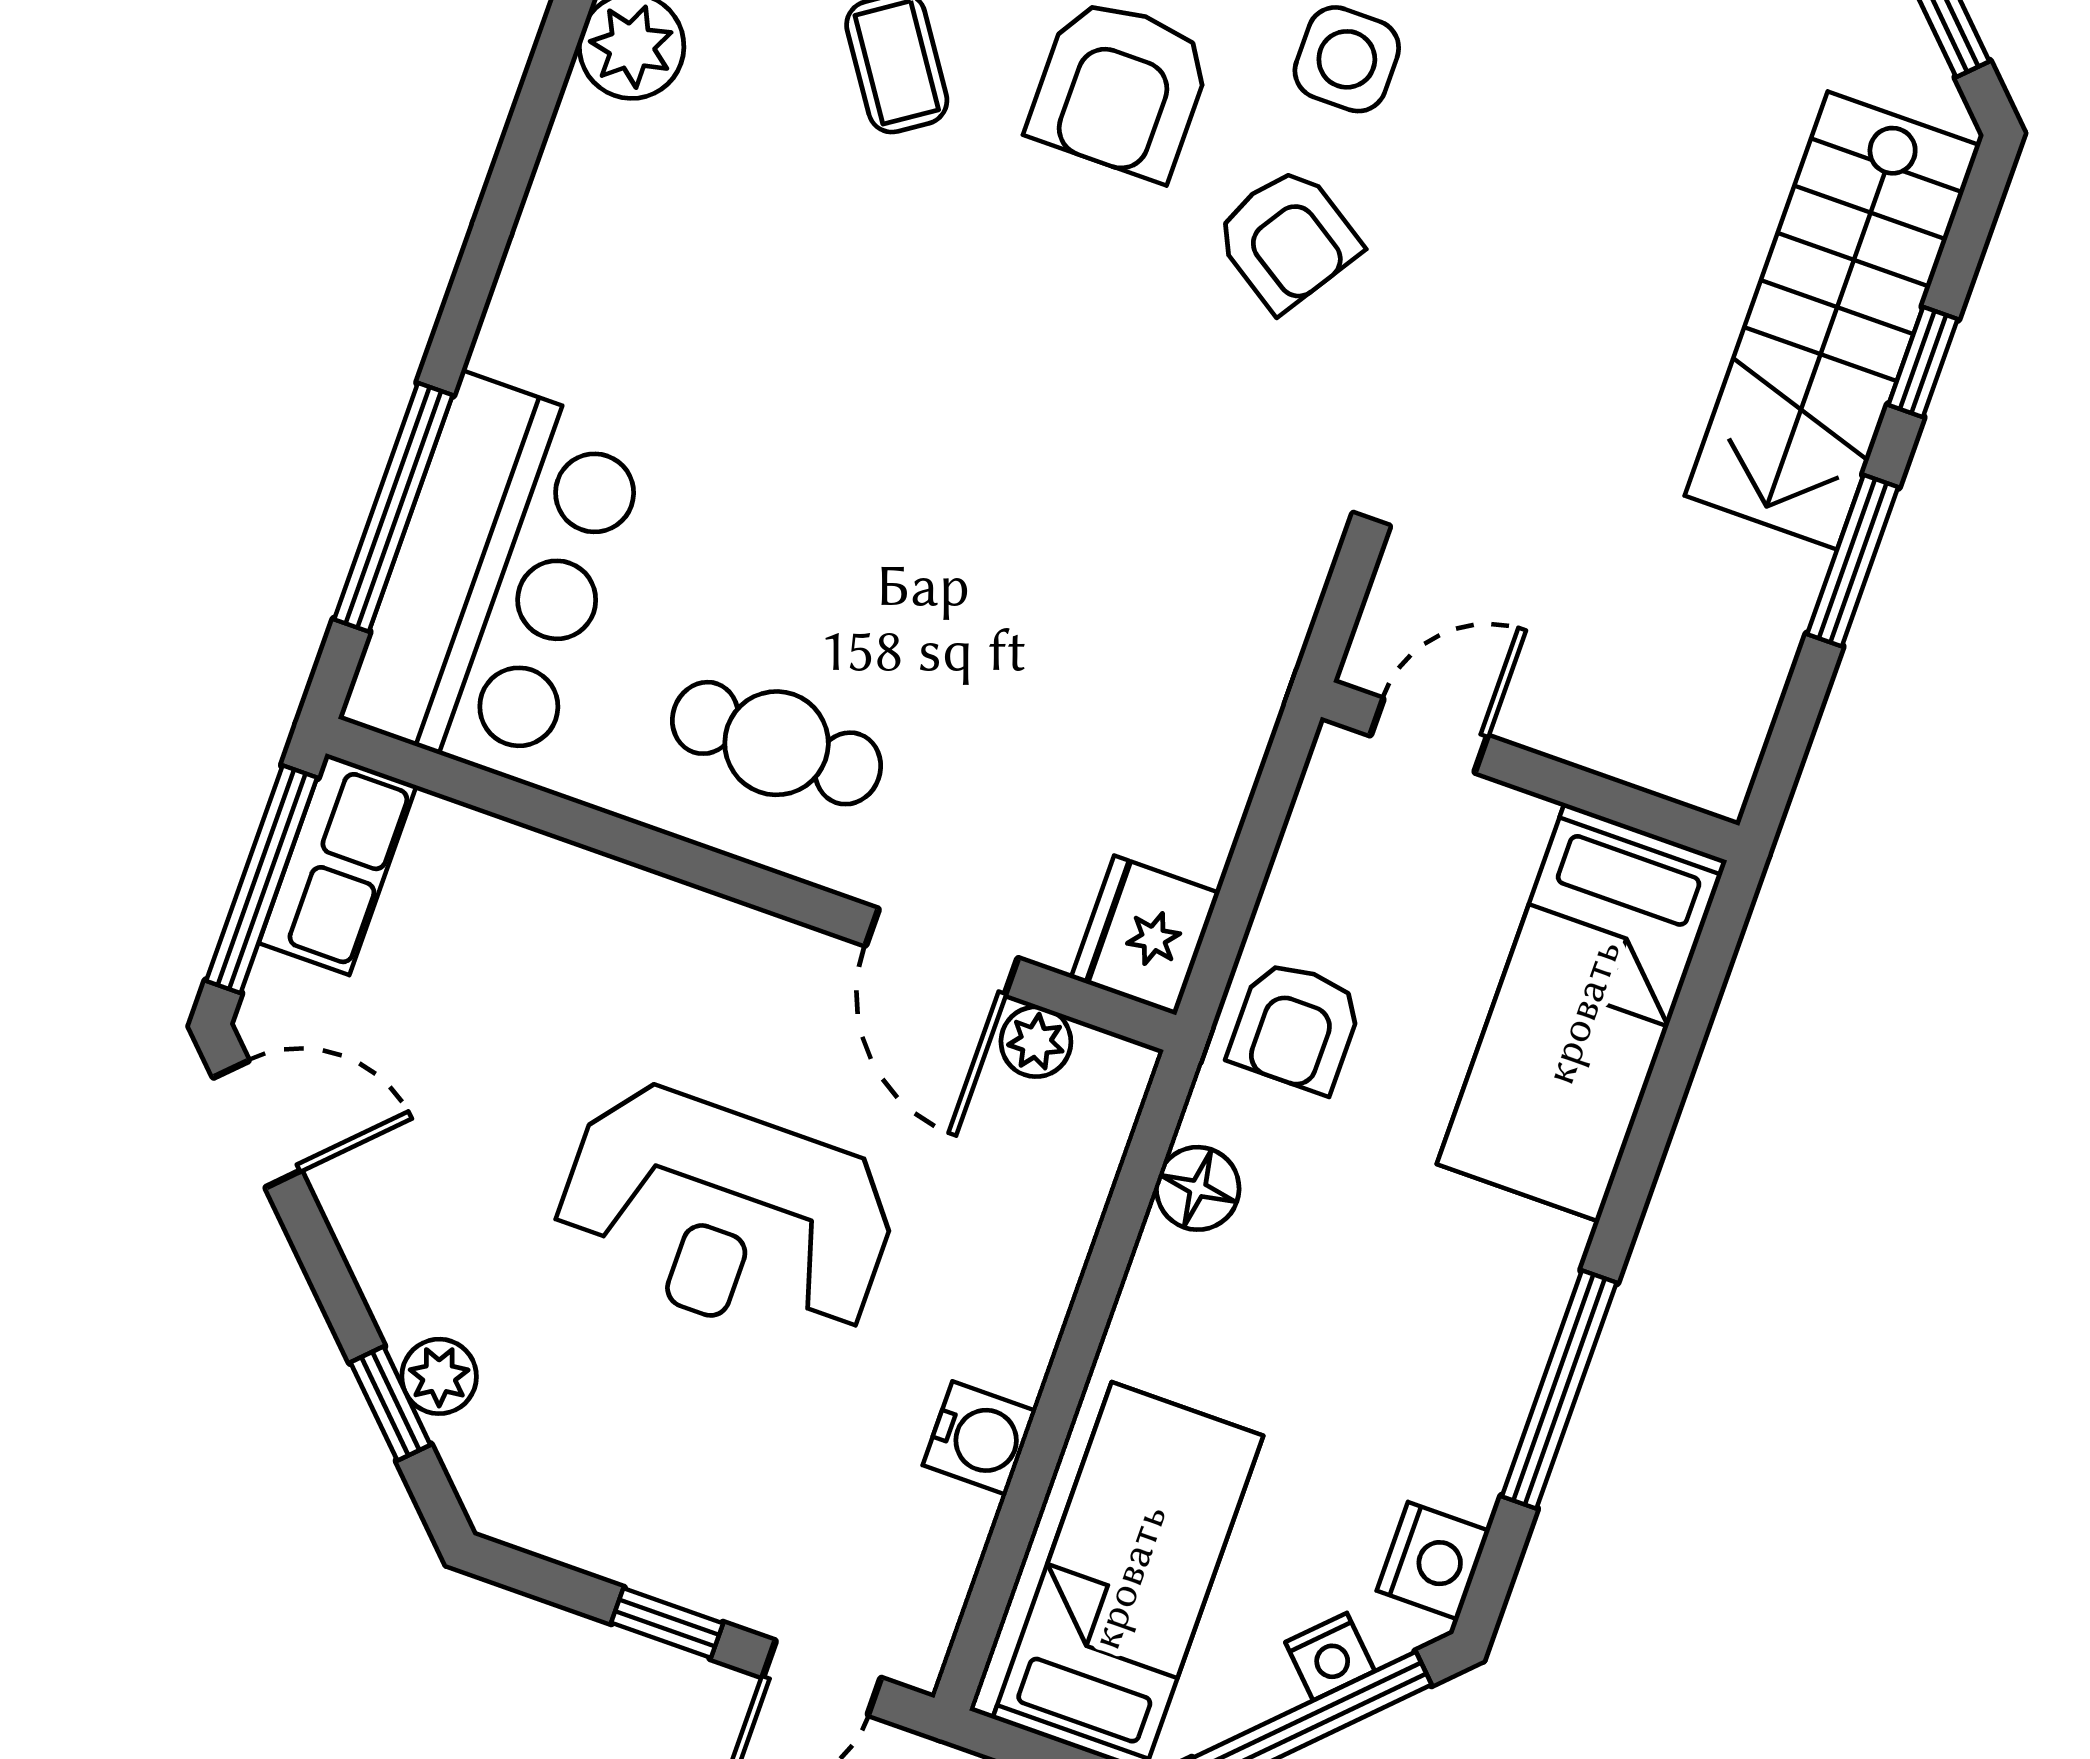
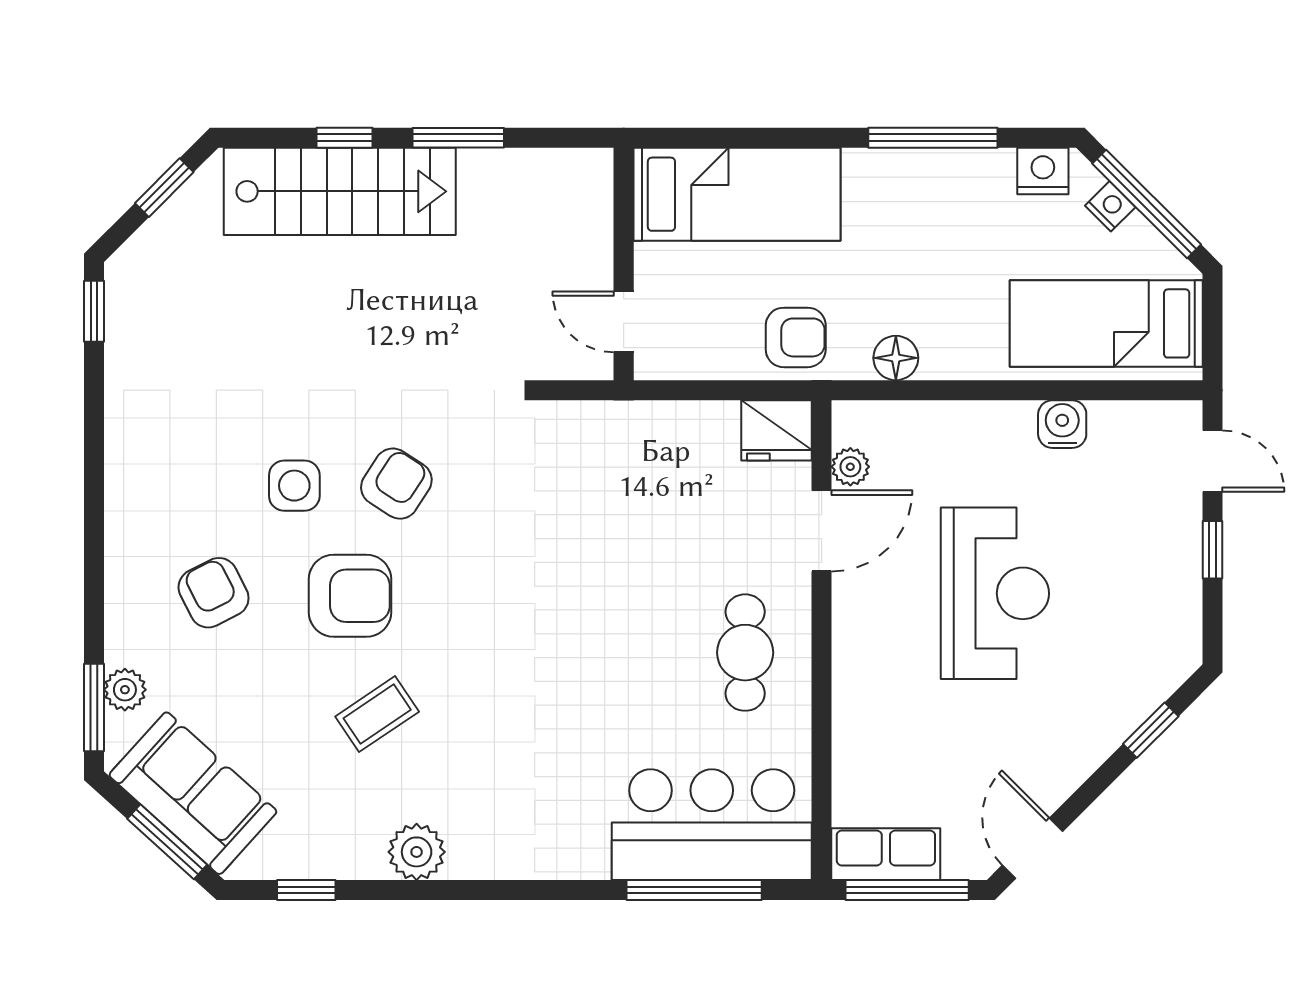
plant: (439, 1376) -> (1128, 710), removed

